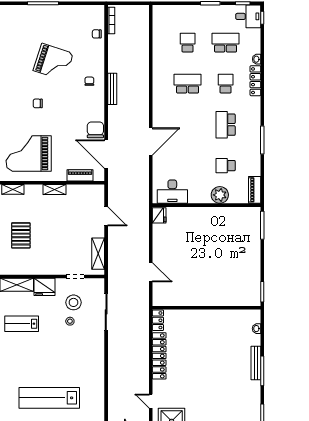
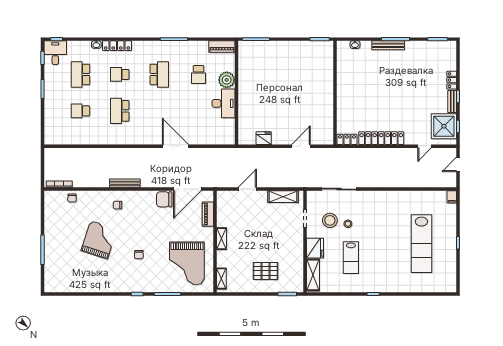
school desk: (226, 125) -> (159, 74), turned -90
desk: (172, 192) -> (223, 103), moved
fridge: (159, 215) -> (264, 138), moved
lab bench: (22, 324) -> (351, 258), moved

